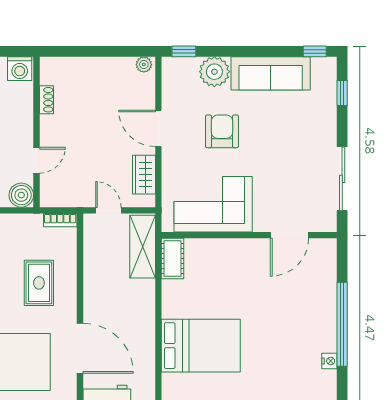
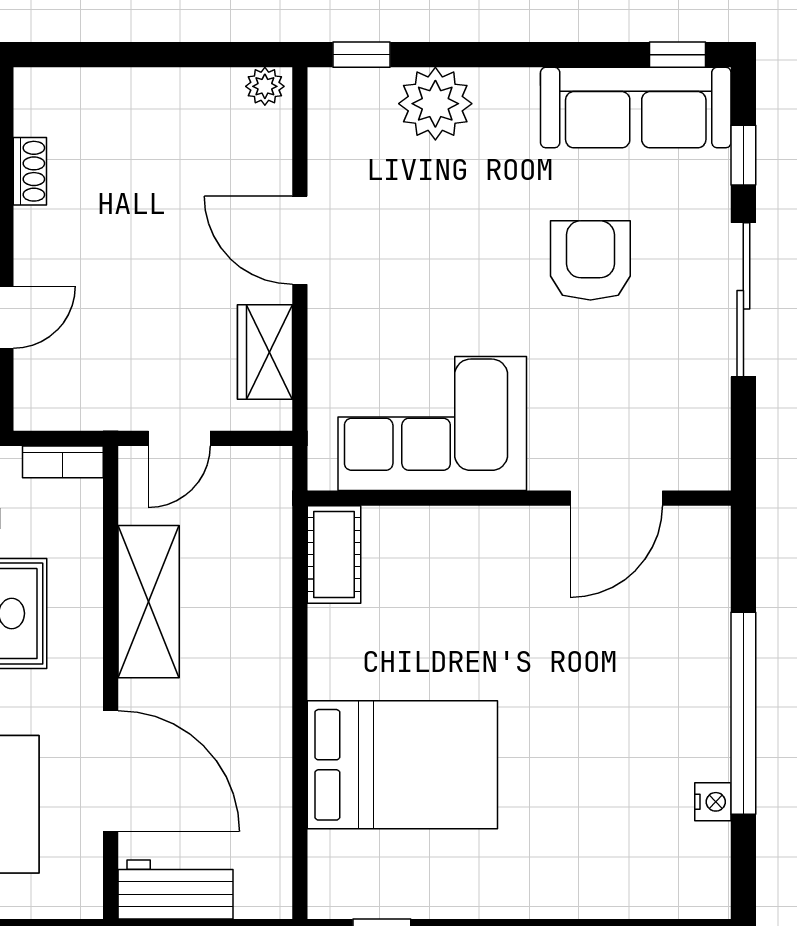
sofa: (271, 73) -> (636, 108), moved
armchair: (222, 131) -> (590, 260), moved
sliding door: (342, 179) -> (743, 300), moved
door: (108, 210) -> (179, 438), swing flipped
shelving: (143, 247) -> (149, 602), moved

